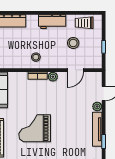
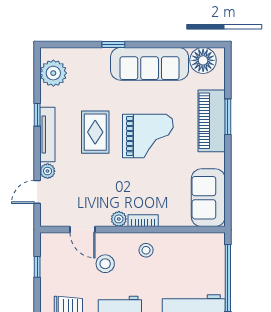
stool: (73, 43) -> (105, 264), moved
door: (75, 70) -> (83, 230), swing flipped
rug: (67, 131) -> (95, 132), added

